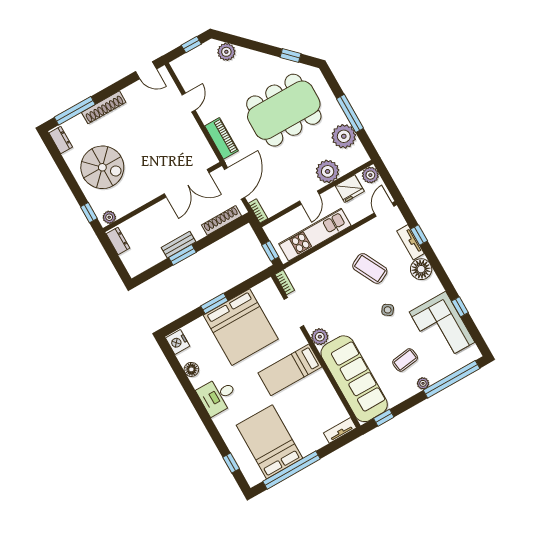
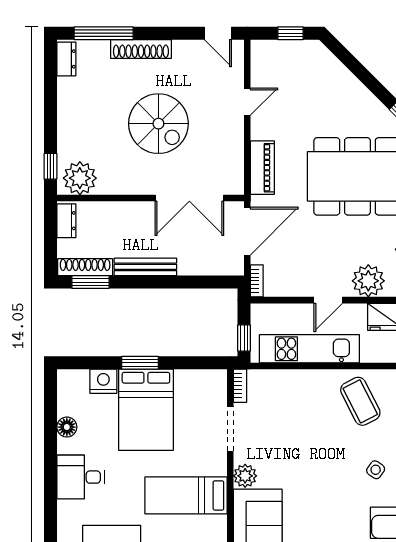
plant: (226, 52) -> (328, 66), removed
spiral stairs: (102, 167) -> (158, 124), moved
plant: (109, 217) -> (80, 178), width x1.87, depth x1.87
shoe rack: (221, 220) -> (85, 267), moved
bench: (178, 245) -> (145, 267), width x1.36
window: (182, 255) -> (90, 282), moved
coffee table: (370, 268) -> (360, 401), moved
side table: (388, 310) -> (376, 470), moved
bed: (241, 327) -> (146, 410), width x0.73
nightstand: (178, 342) -> (103, 381), moved, turned 90

